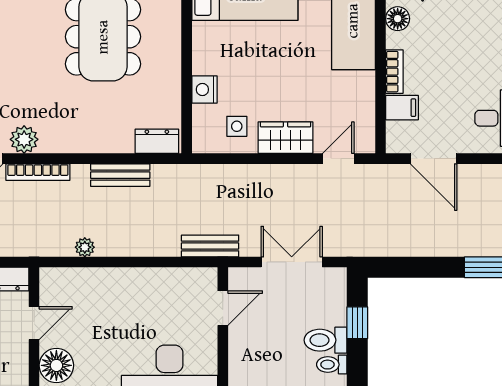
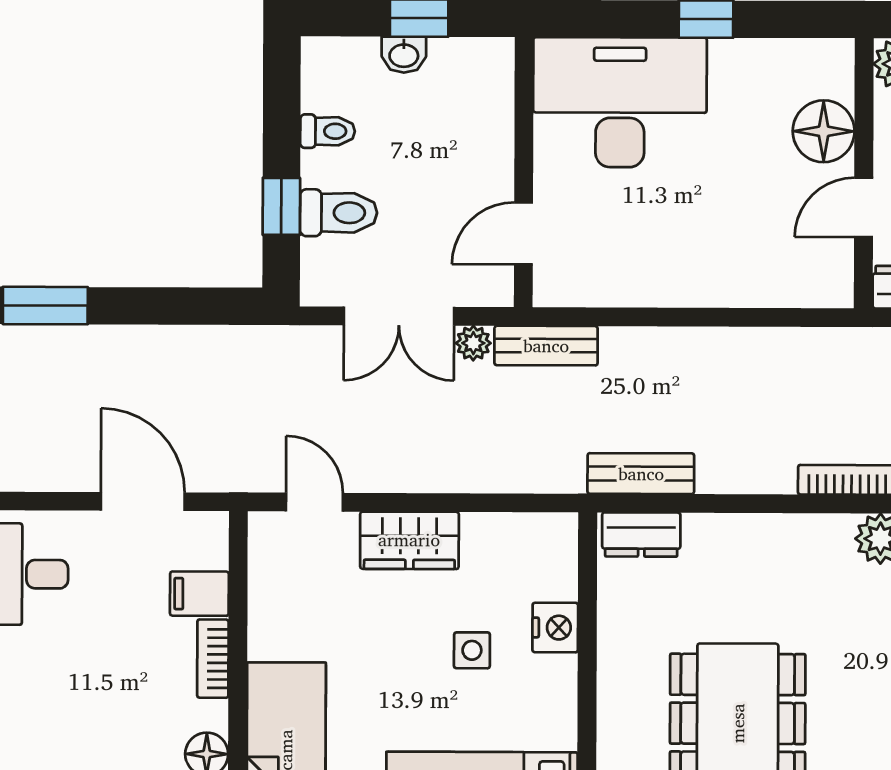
side table: (237, 126) -> (472, 650), moved
door: (338, 159) -> (314, 502), swing flipped
bench: (120, 175) -> (641, 474), moved
plant: (85, 247) -> (473, 343), moved
toilet: (325, 340) -> (339, 213), moved

